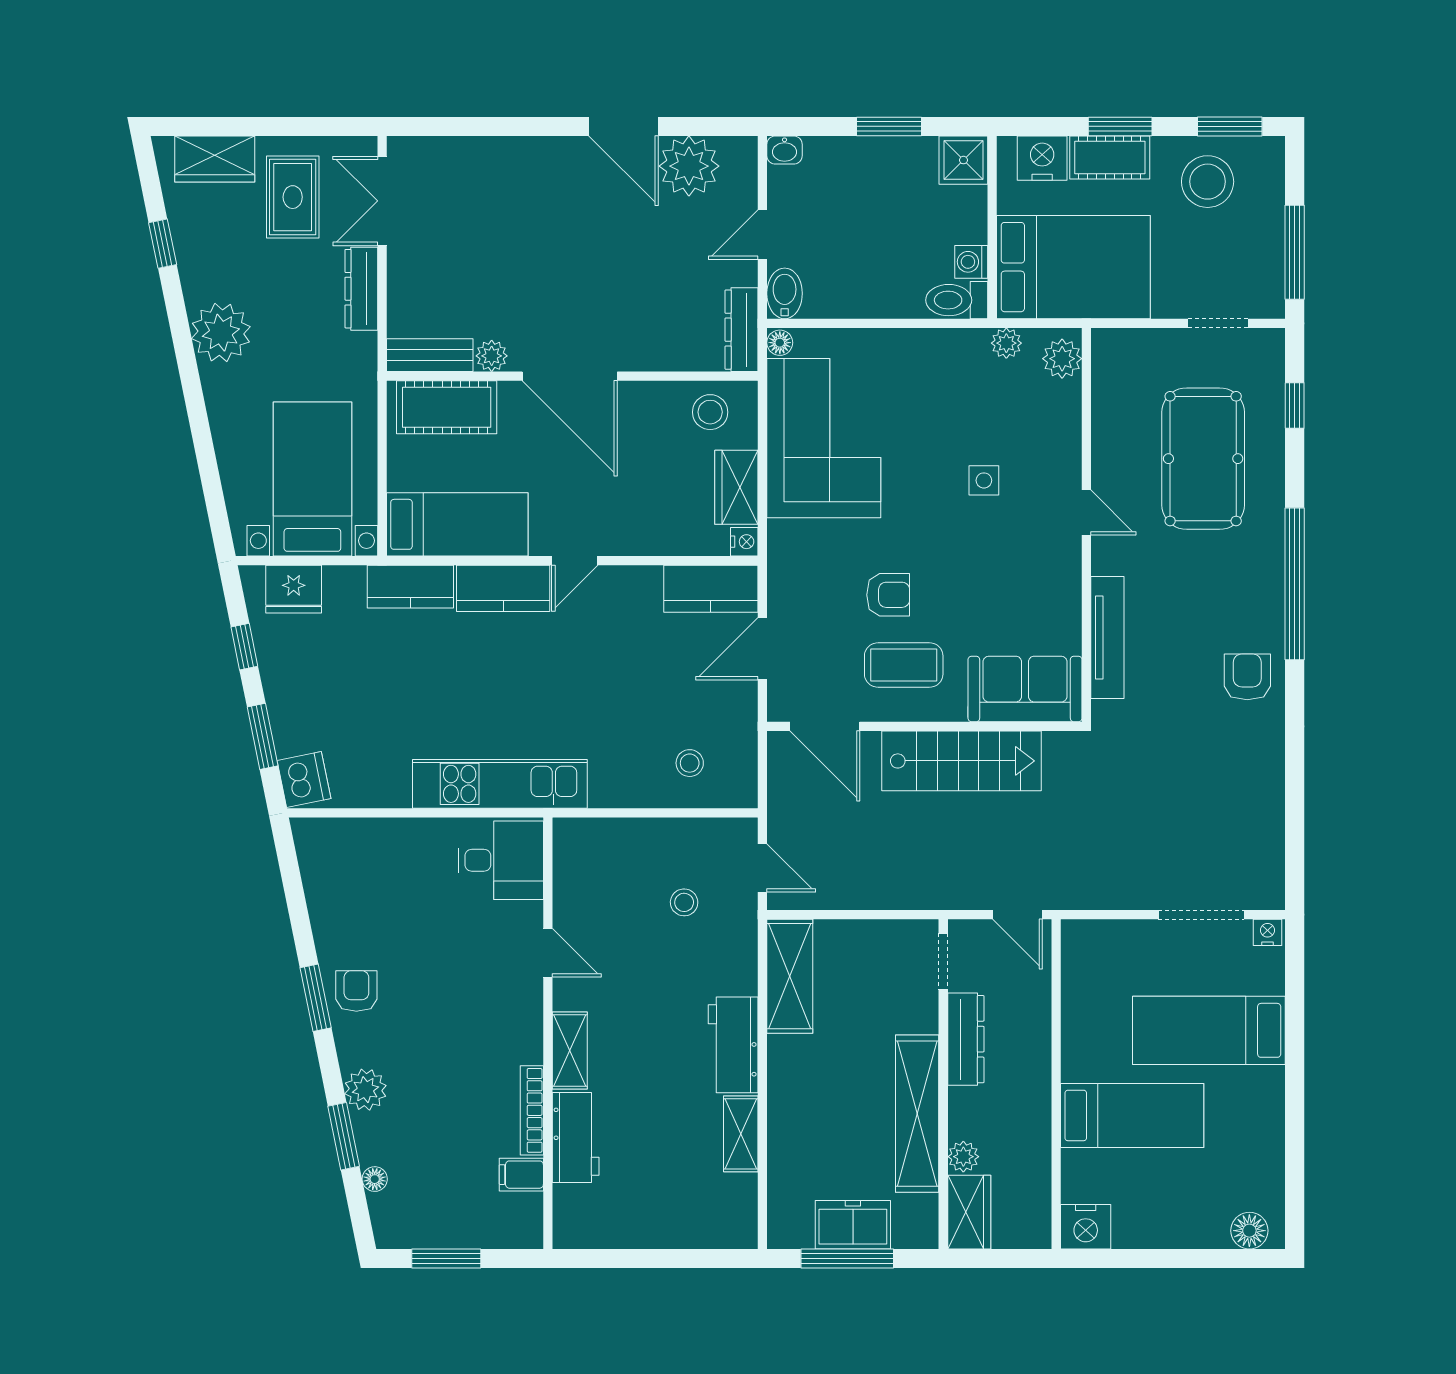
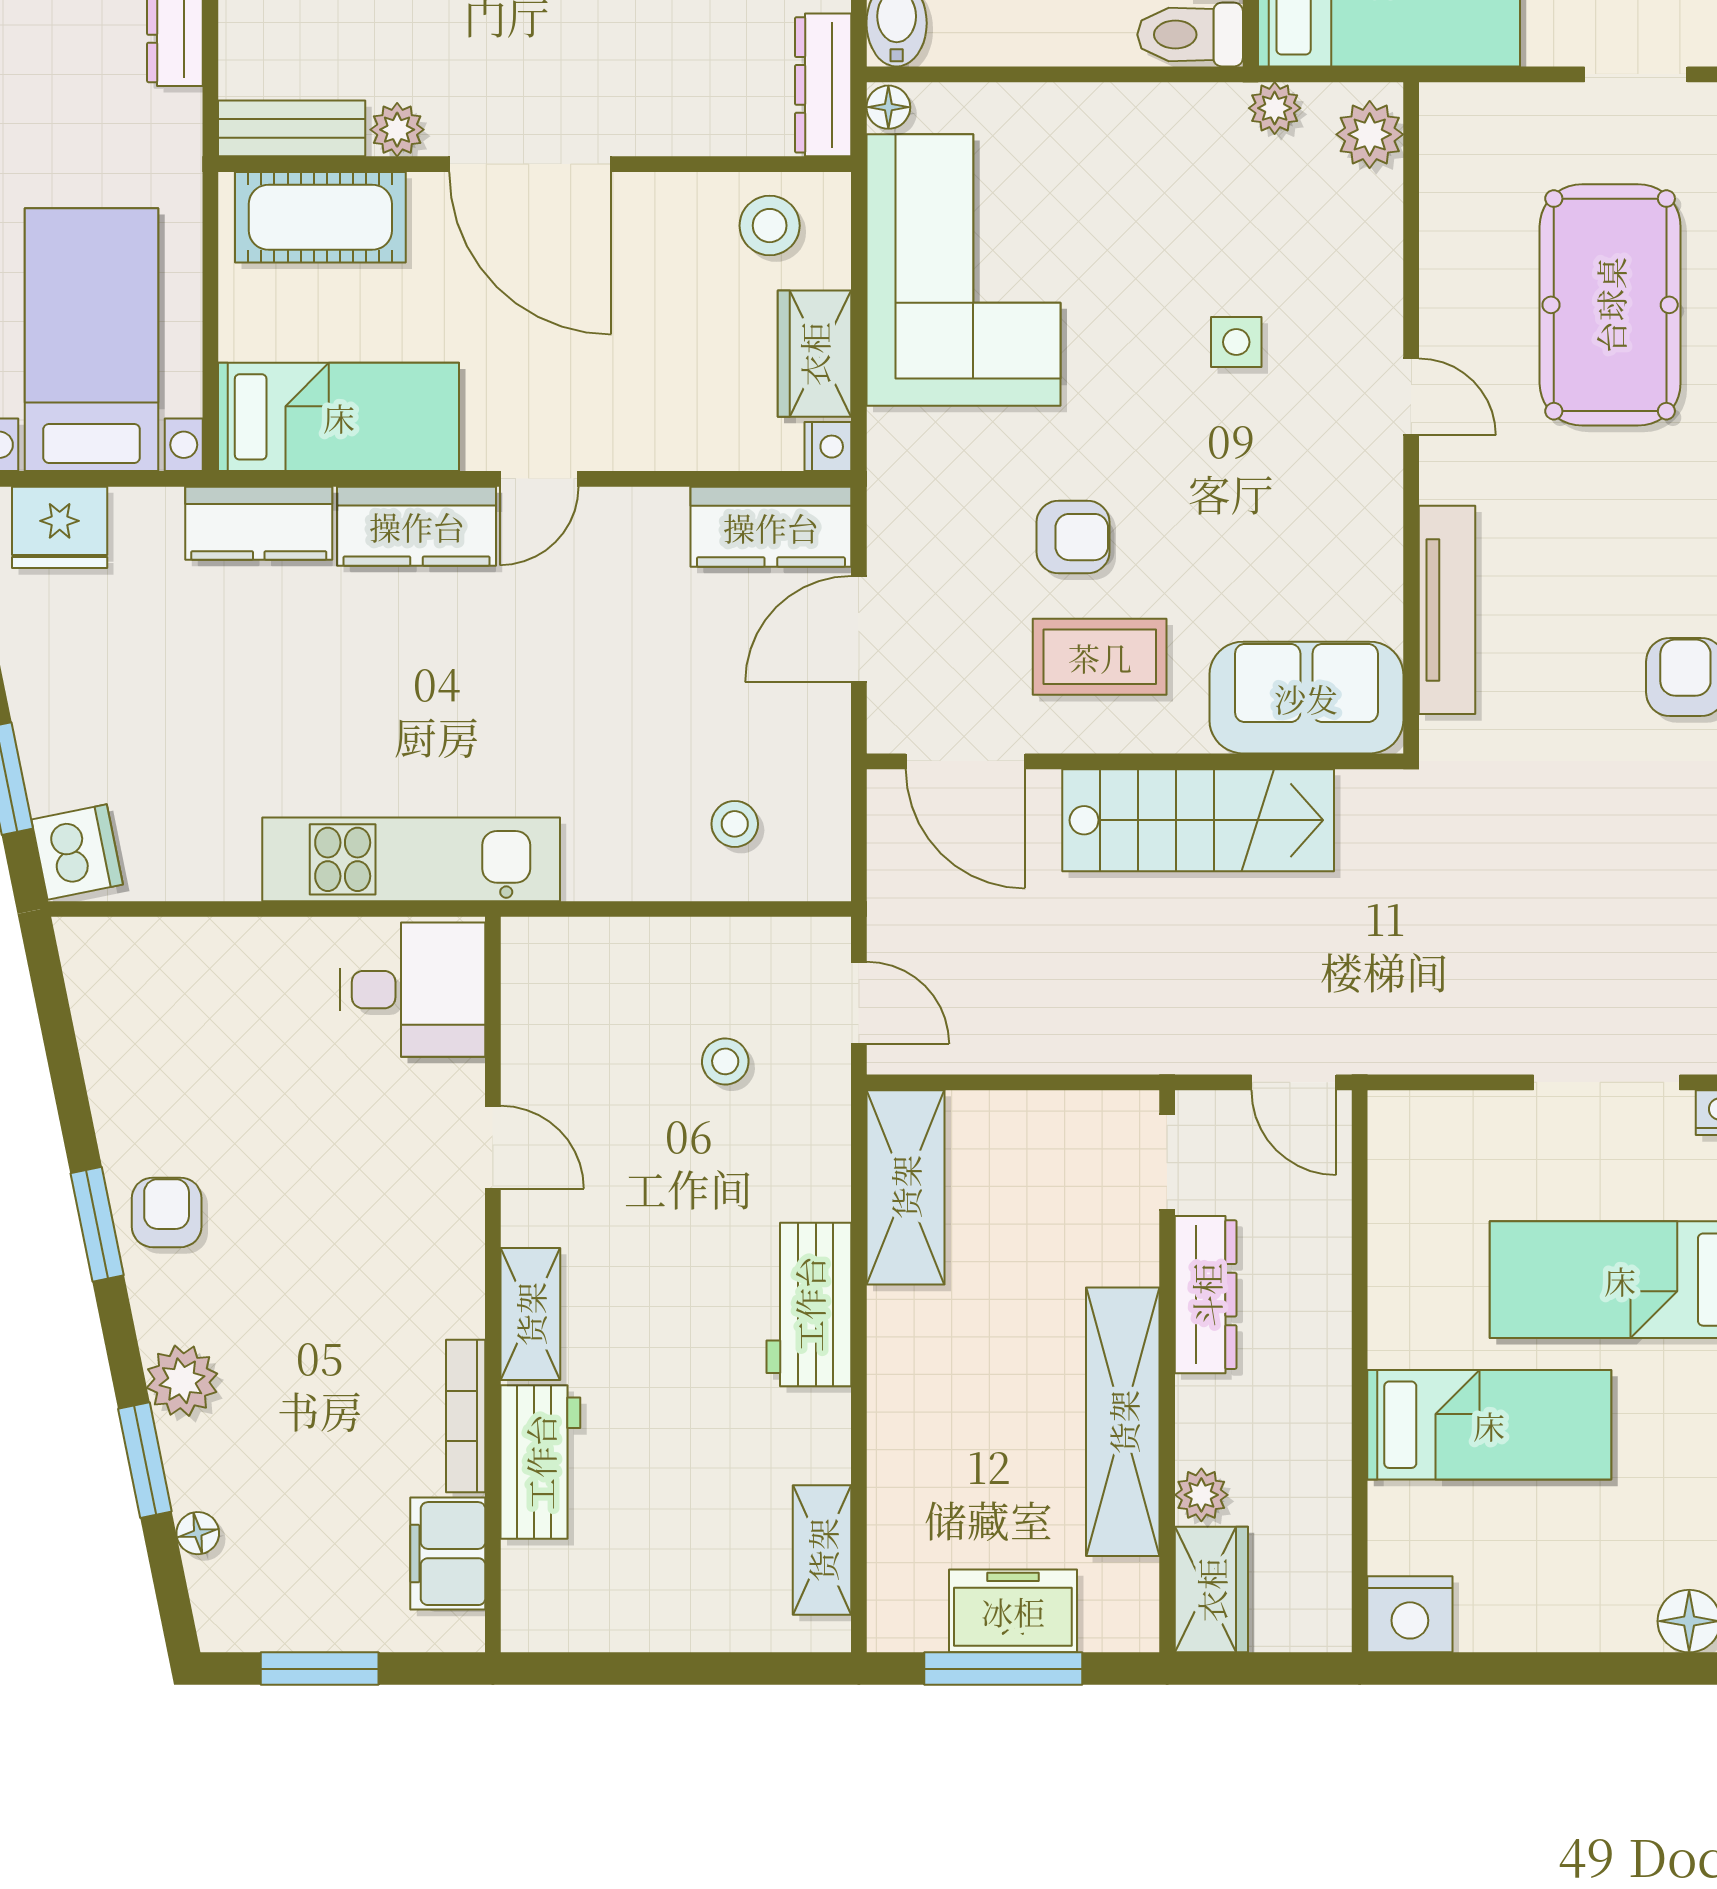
shelving: (741, 1134) -> (822, 1550), moved
filing cabinet: (521, 1175) -> (448, 1554), width x2.00

